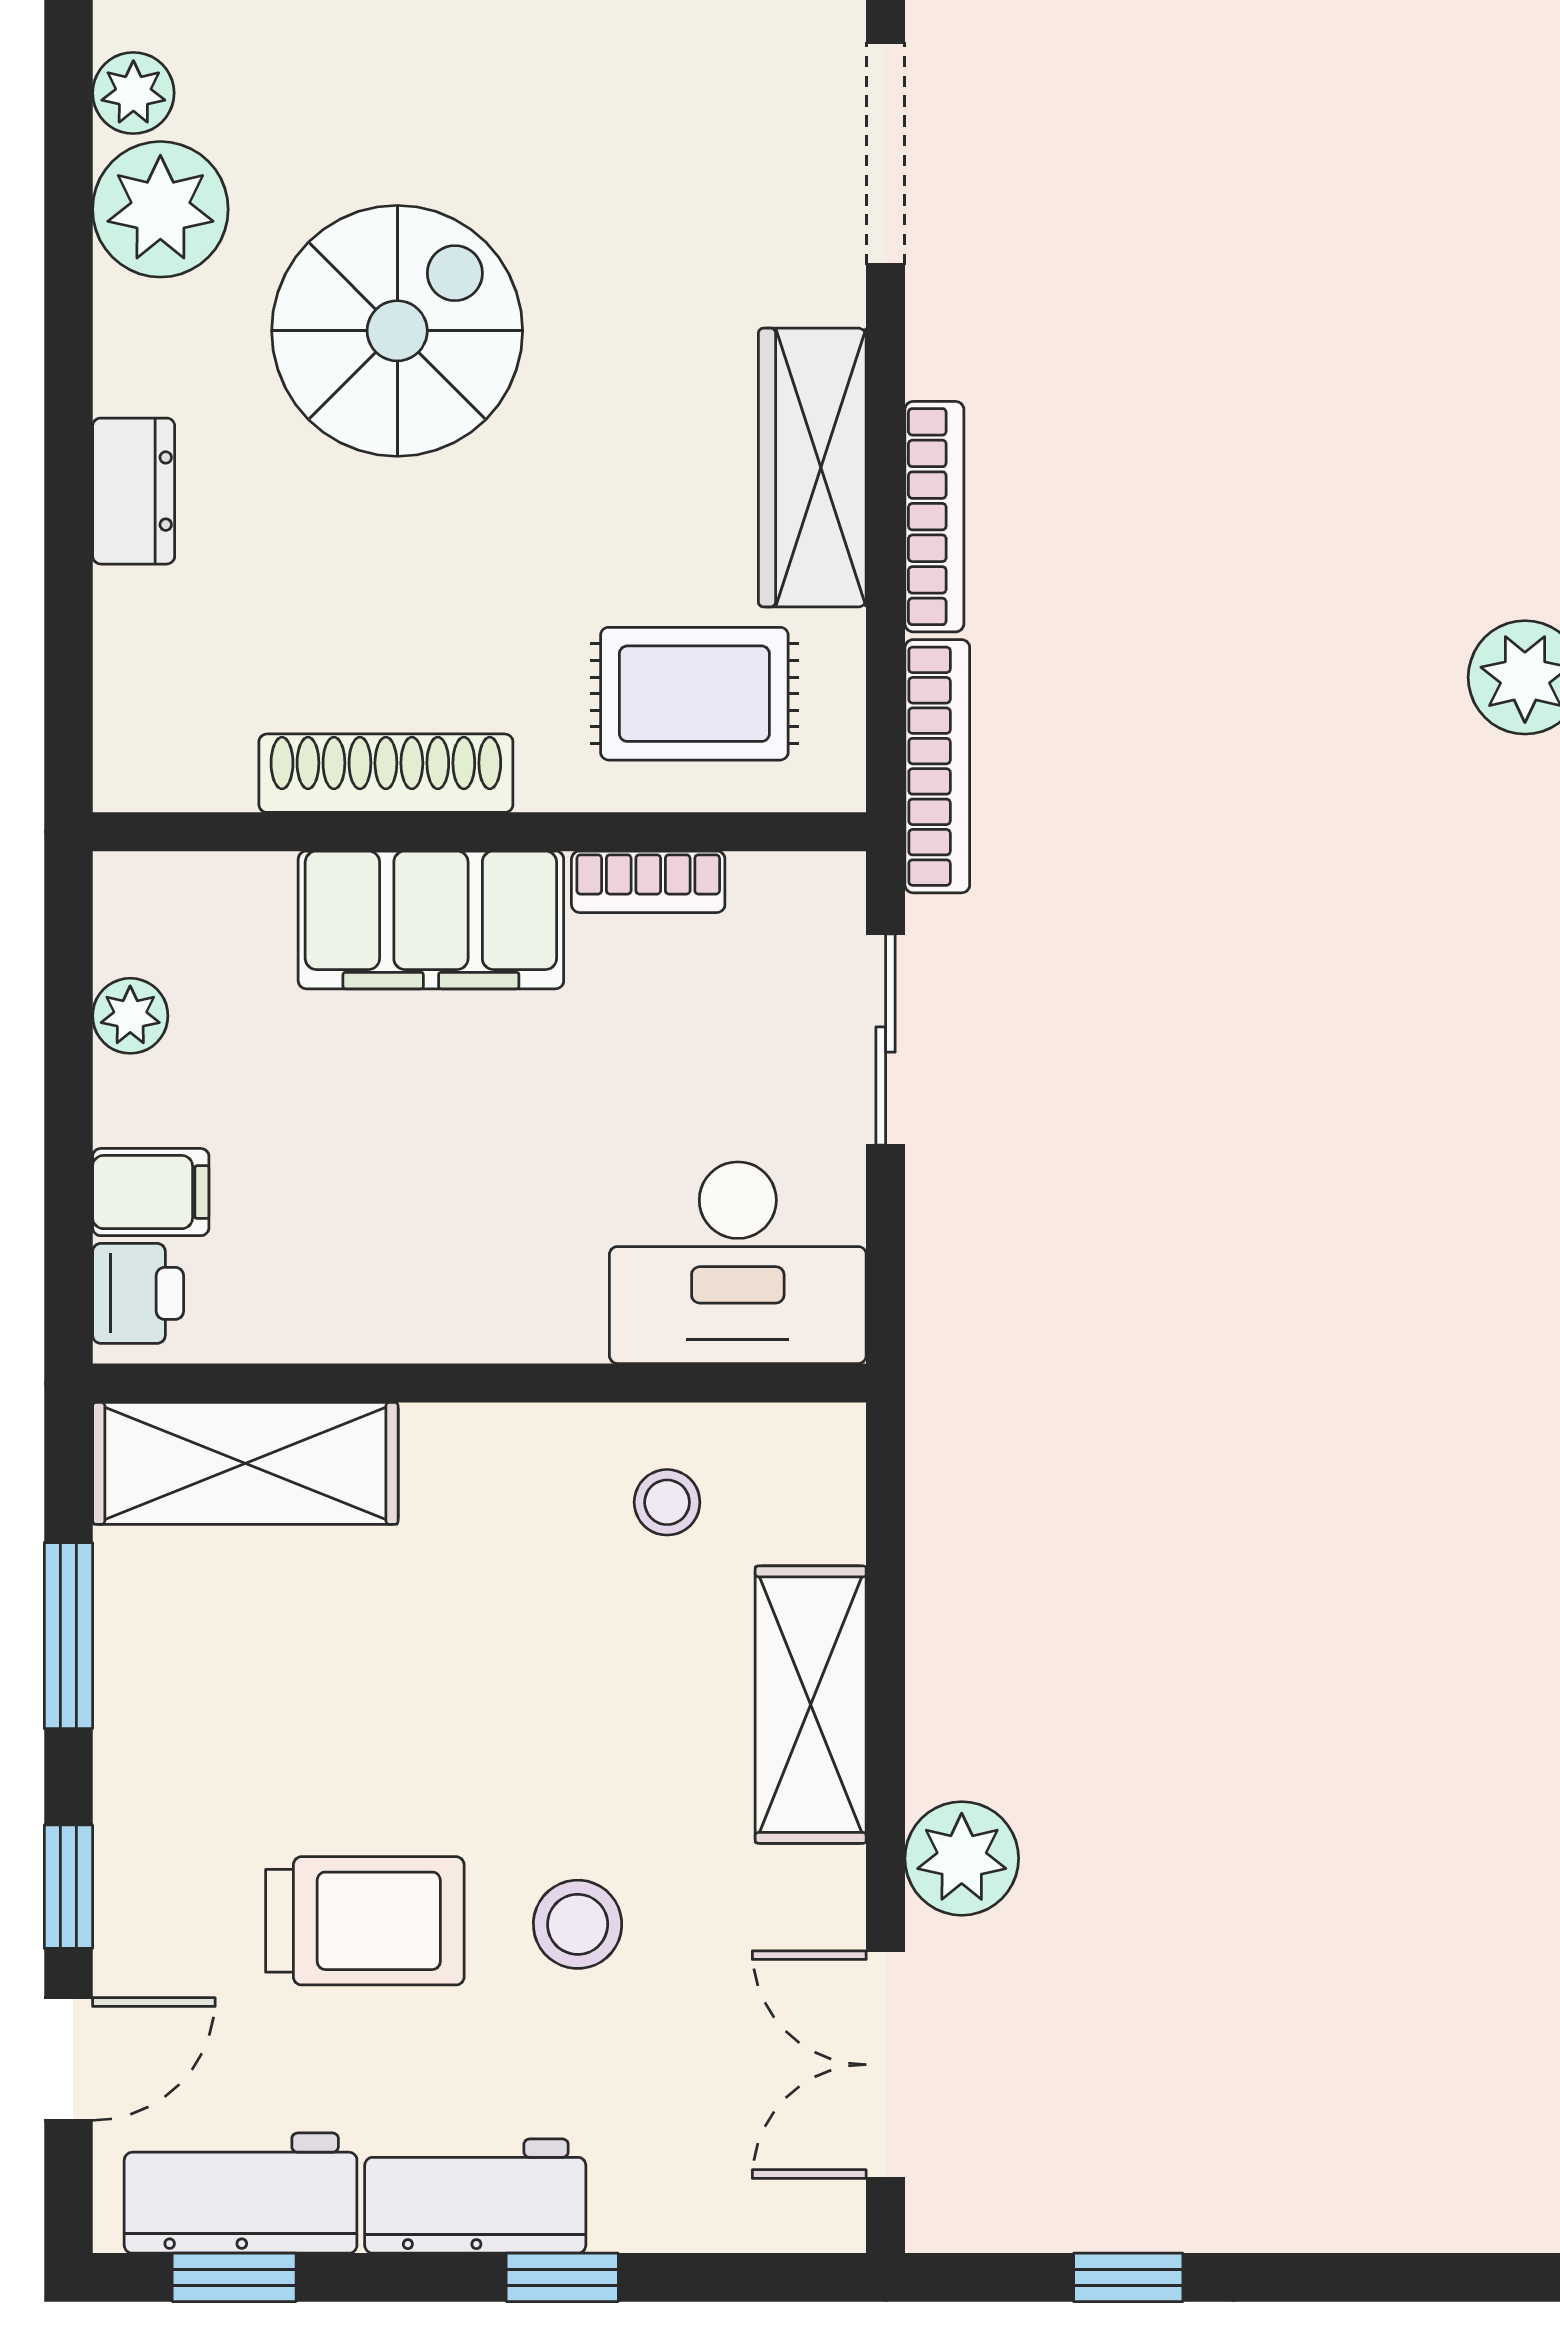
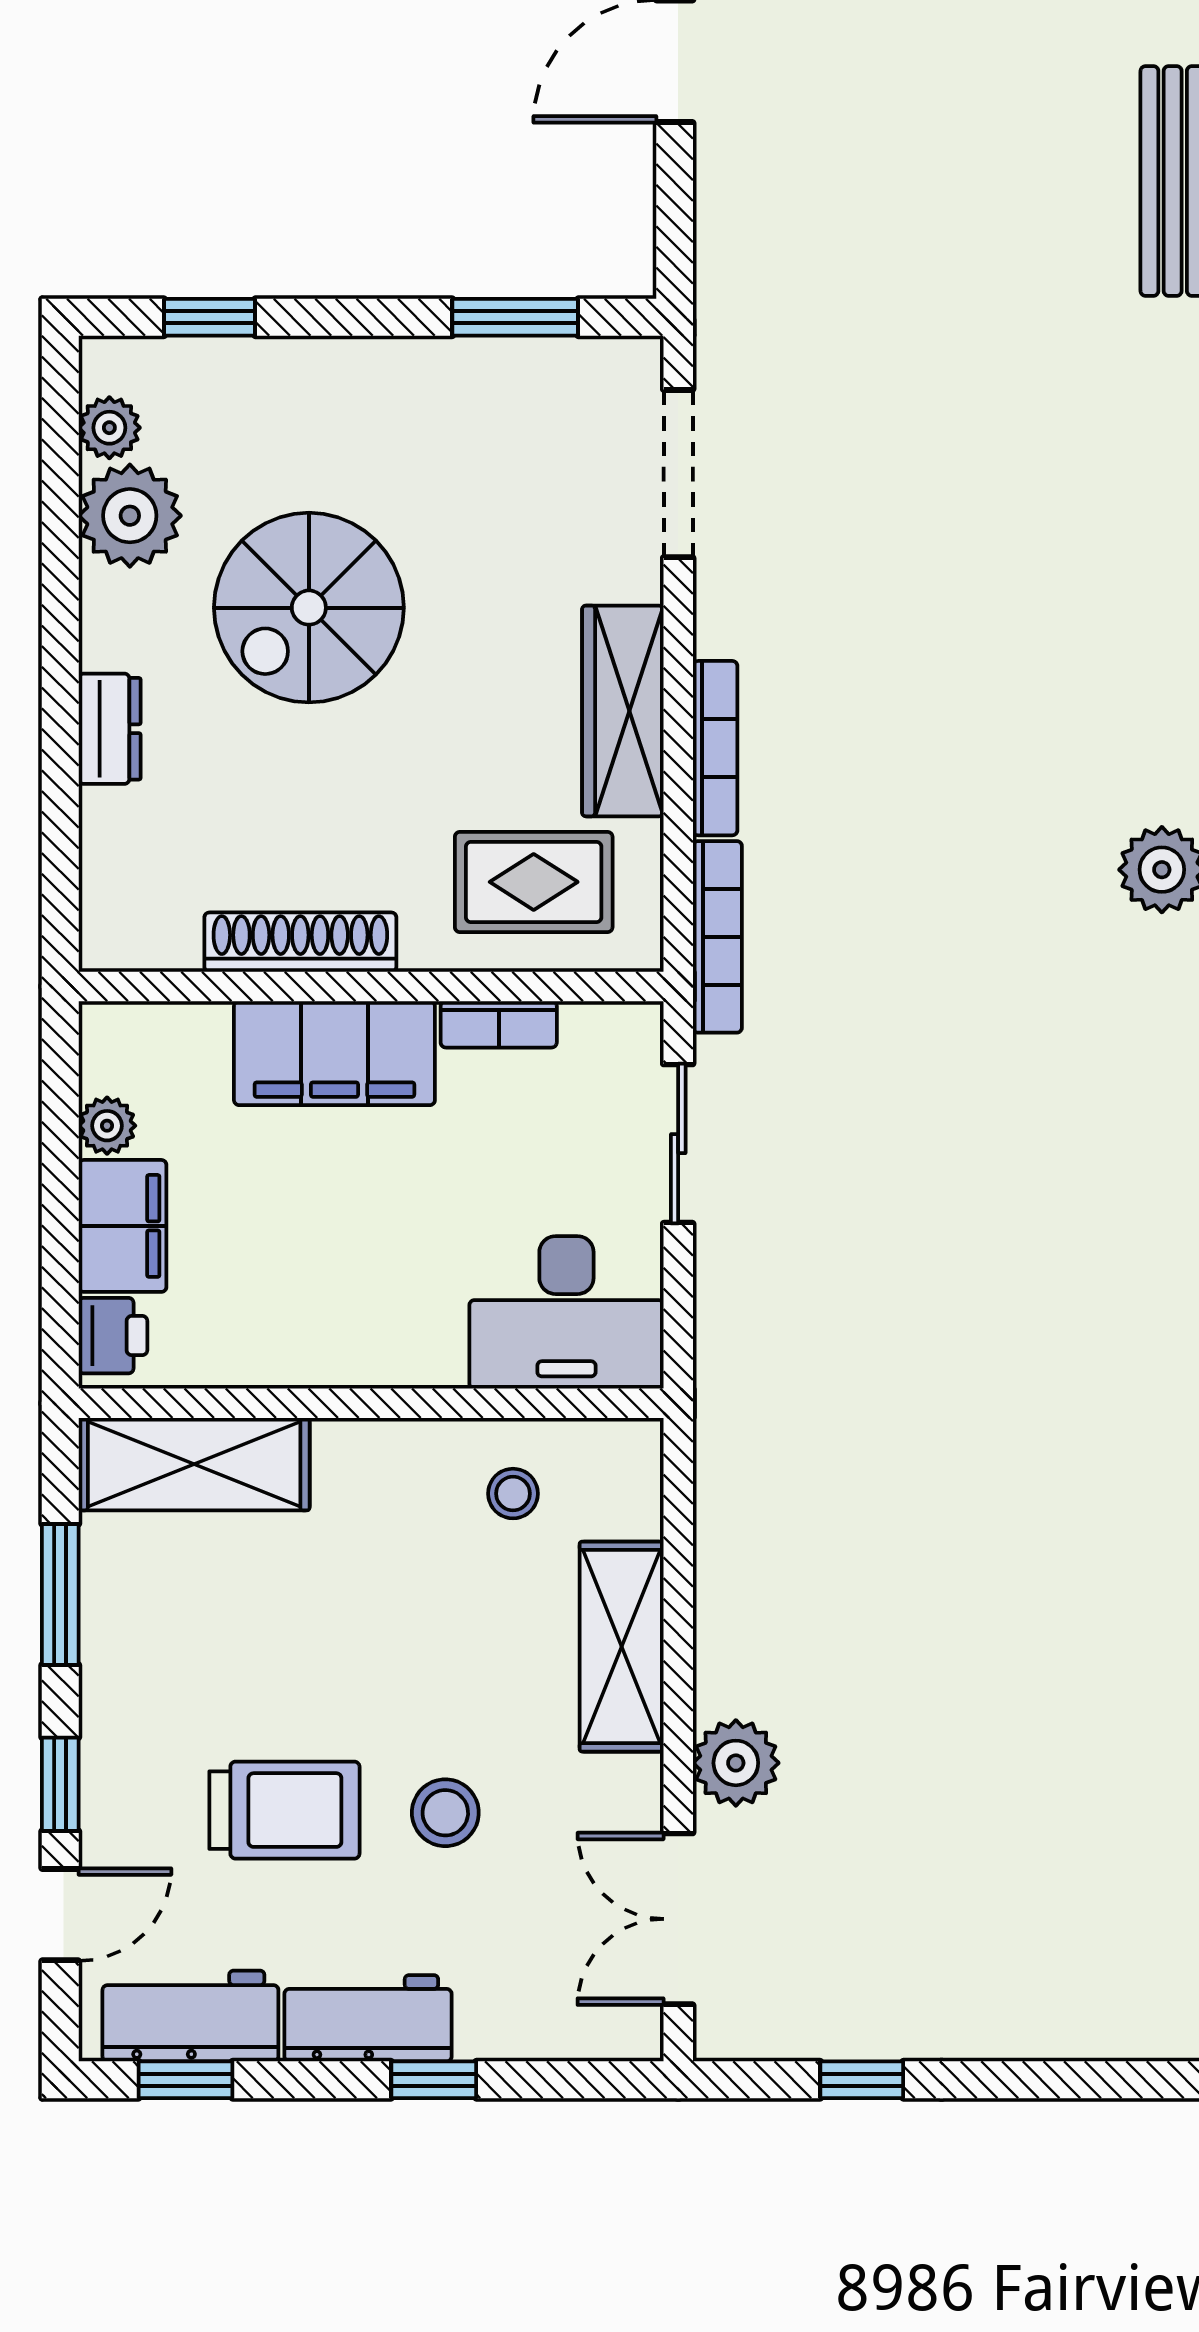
spiral stairs: (397, 331) -> (309, 608), turned 180
filing cabinet: (151, 1192) -> (123, 1226), width x2.00

